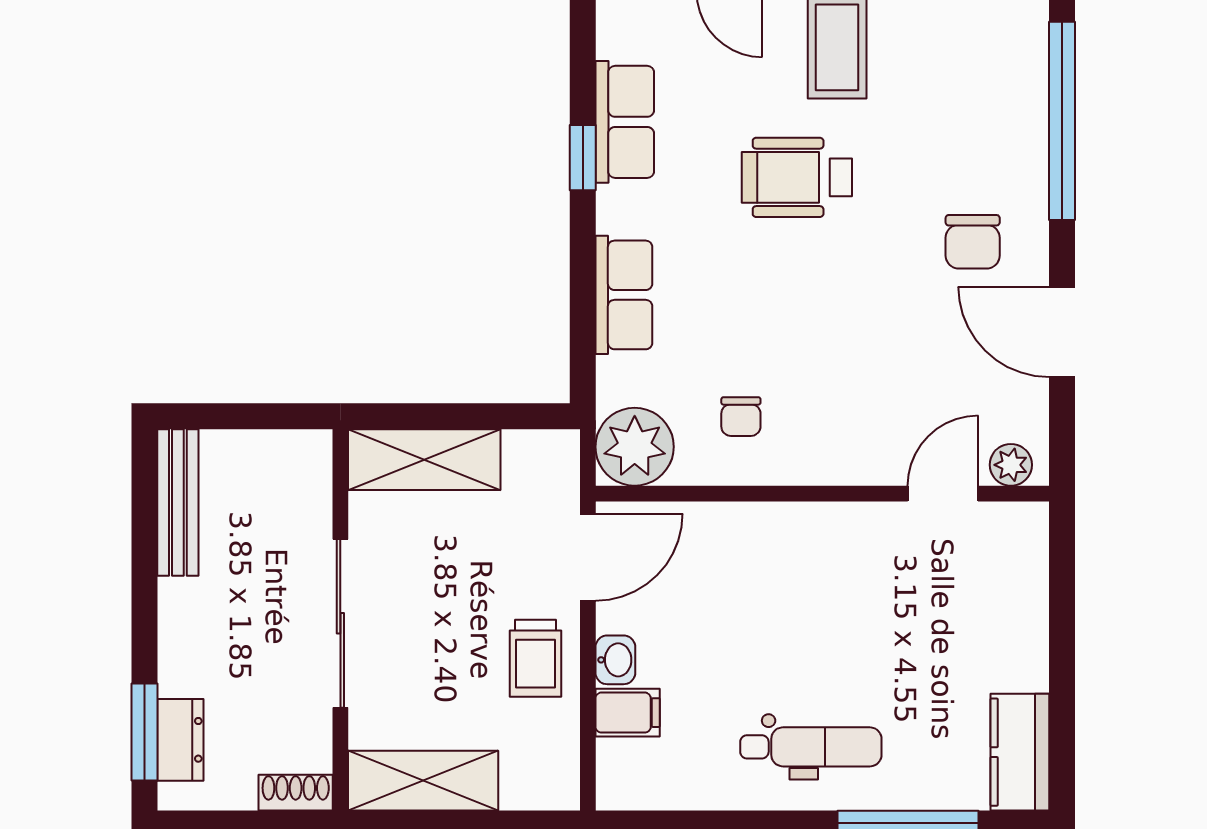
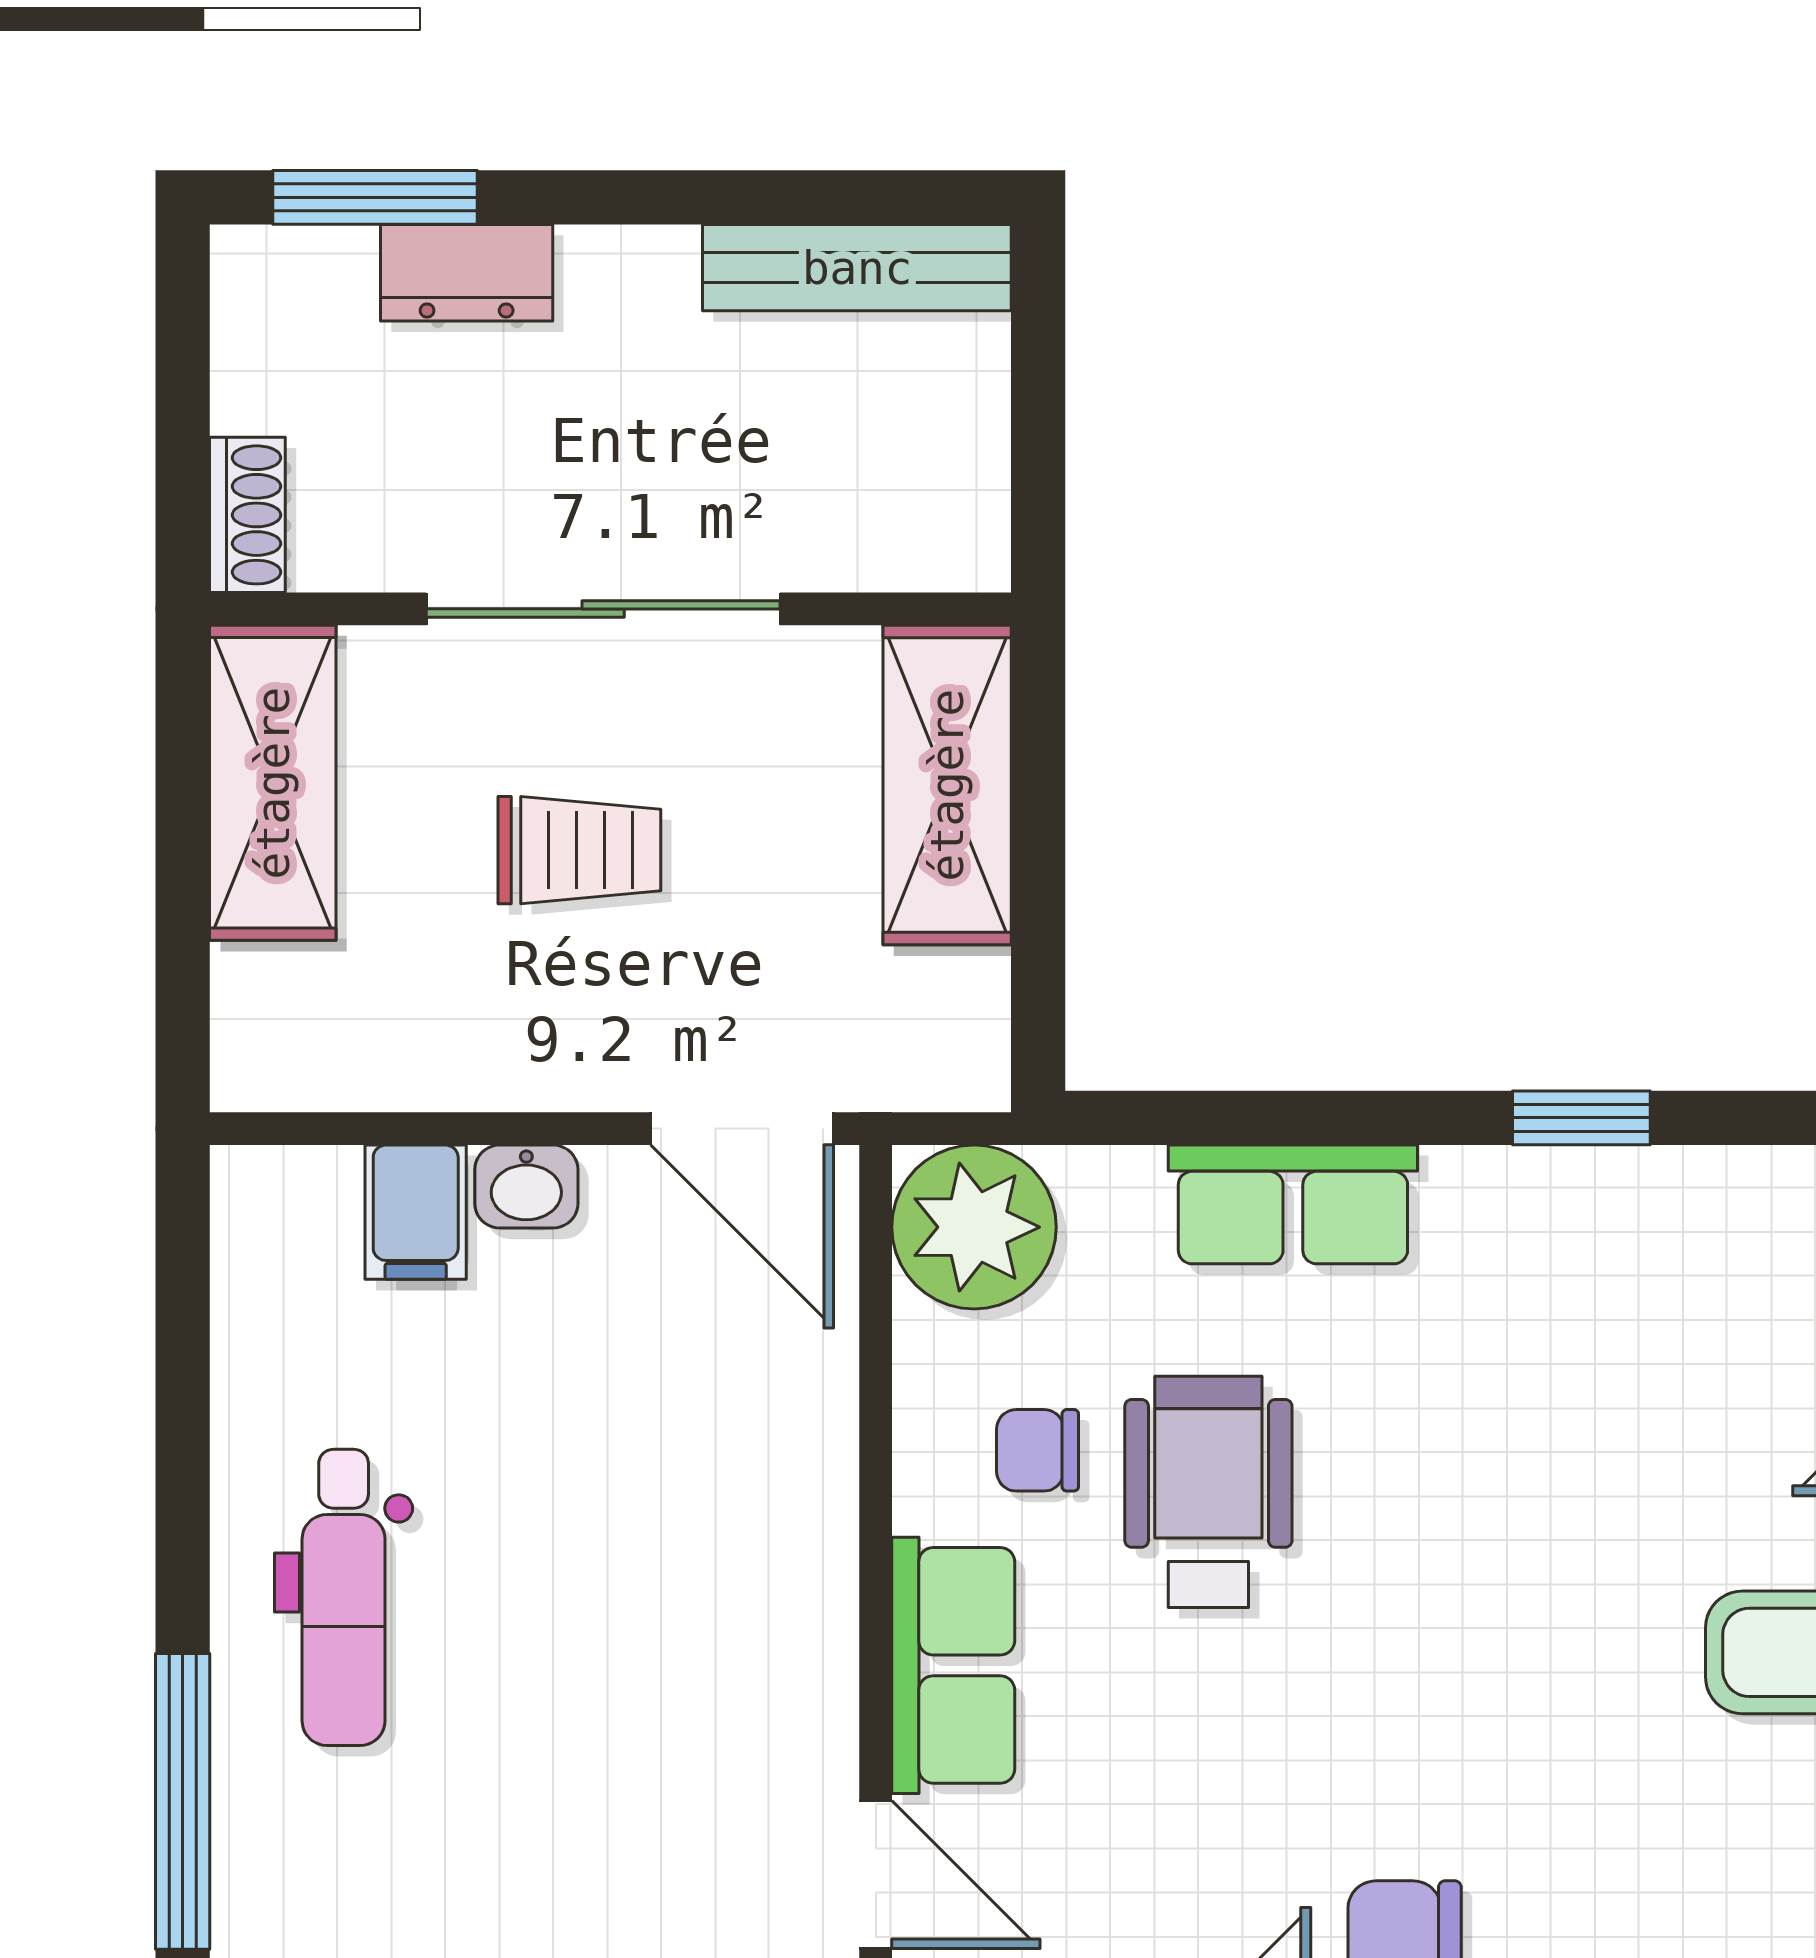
row of seats: (625, 122) -> (953, 1665), moved, turned -90
wheelchair: (797, 177) -> (1208, 1492), moved
trolley: (535, 658) -> (579, 850), moved, turned 180
dresser: (180, 740) -> (467, 273), moved

